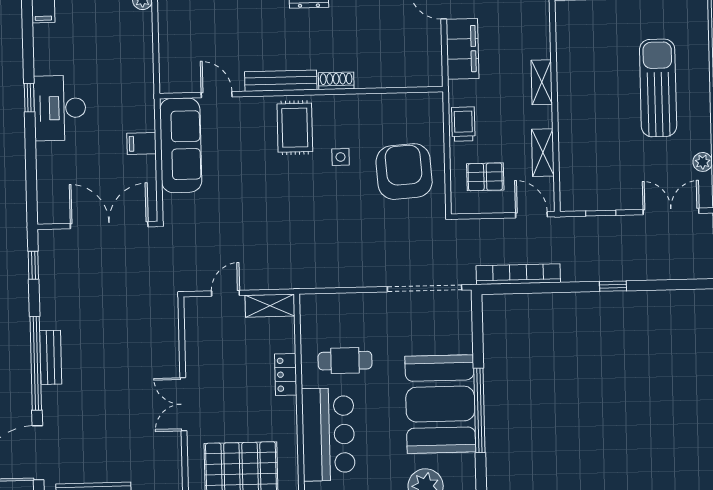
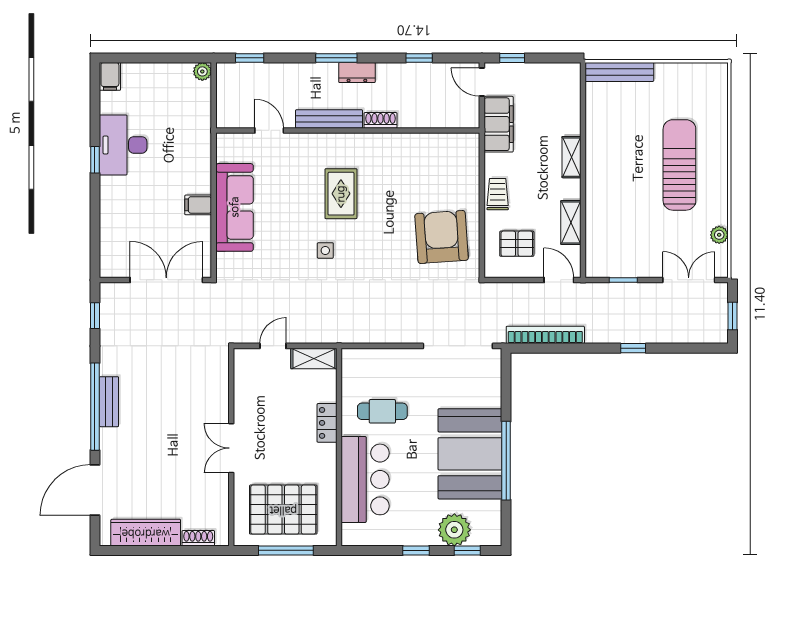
bench: (281, 81) -> (329, 119), moved
shoe rack: (336, 81) -> (380, 120), moved
wall: (301, 93) -> (348, 130), moved
door: (217, 95) -> (269, 130), moved
desk: (60, 108) -> (123, 145), moved
side table: (341, 157) -> (325, 250), moved

